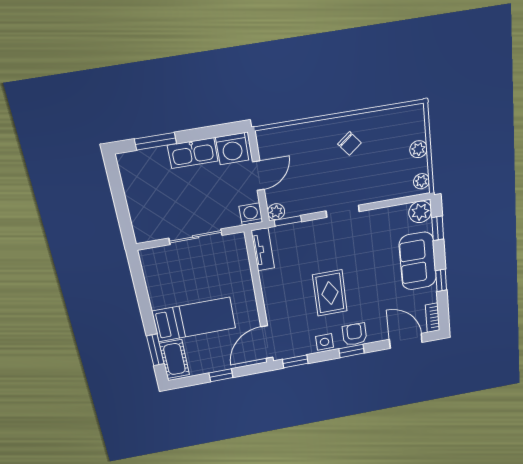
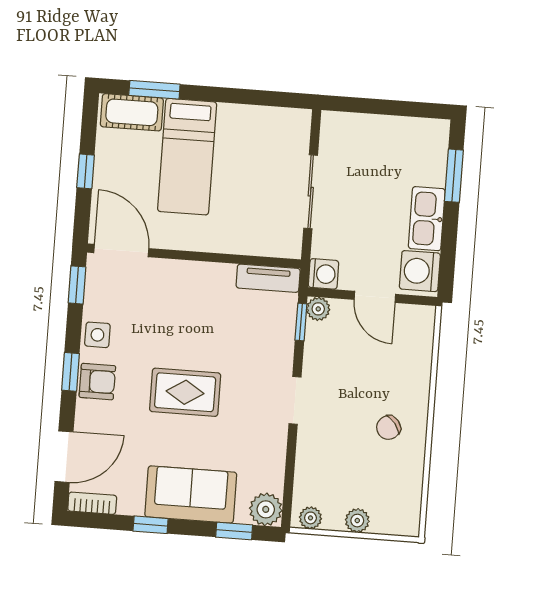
rug: (330, 293) -> (185, 392), moved

